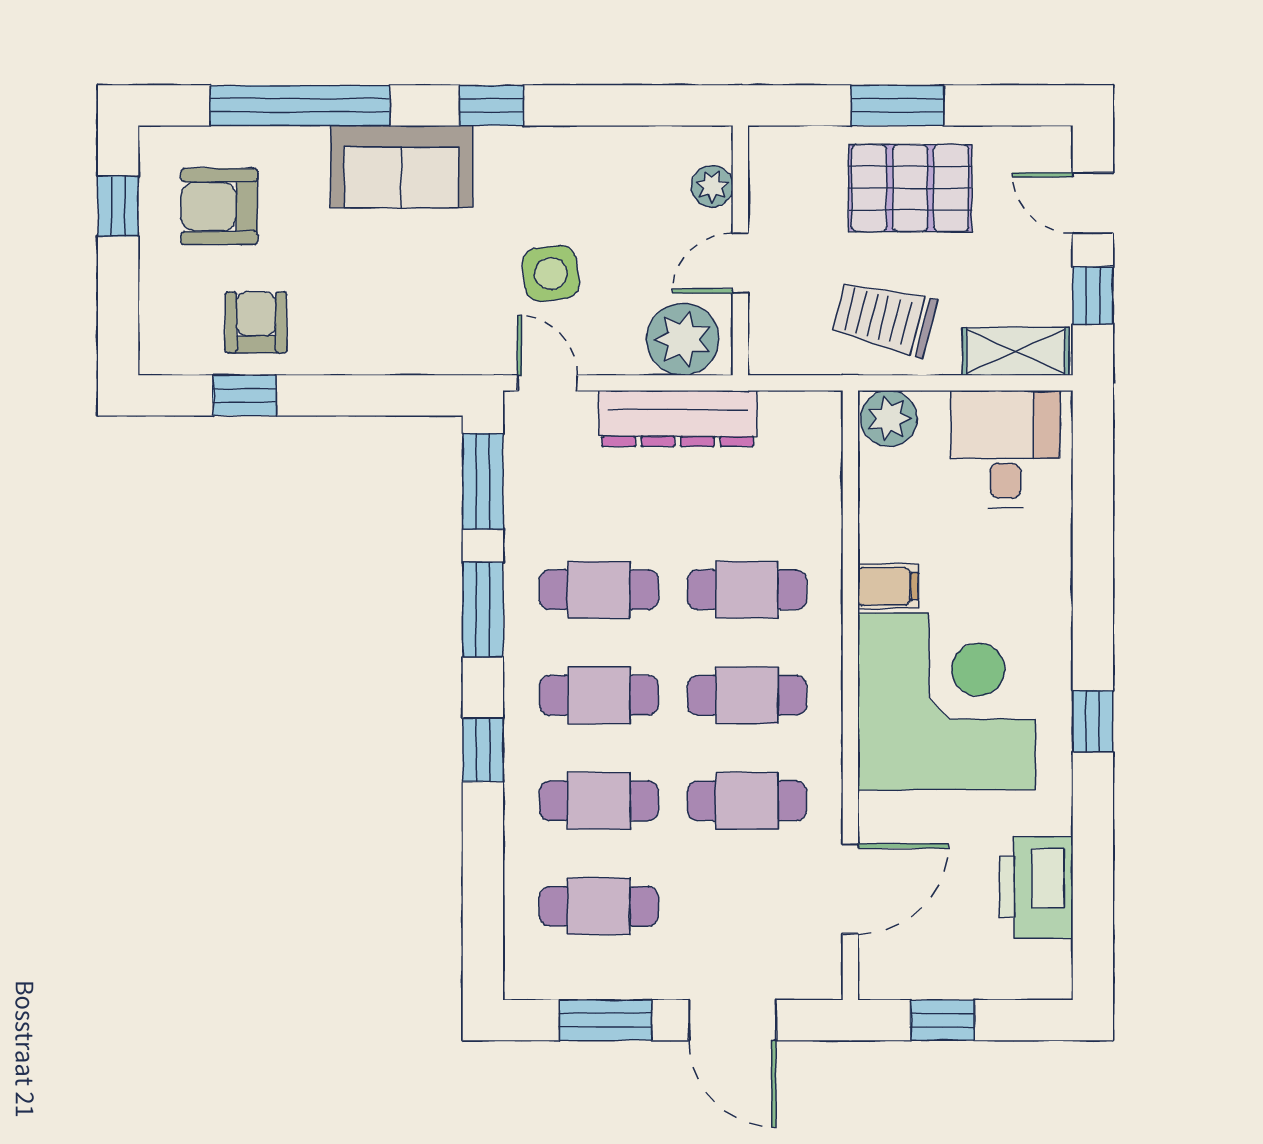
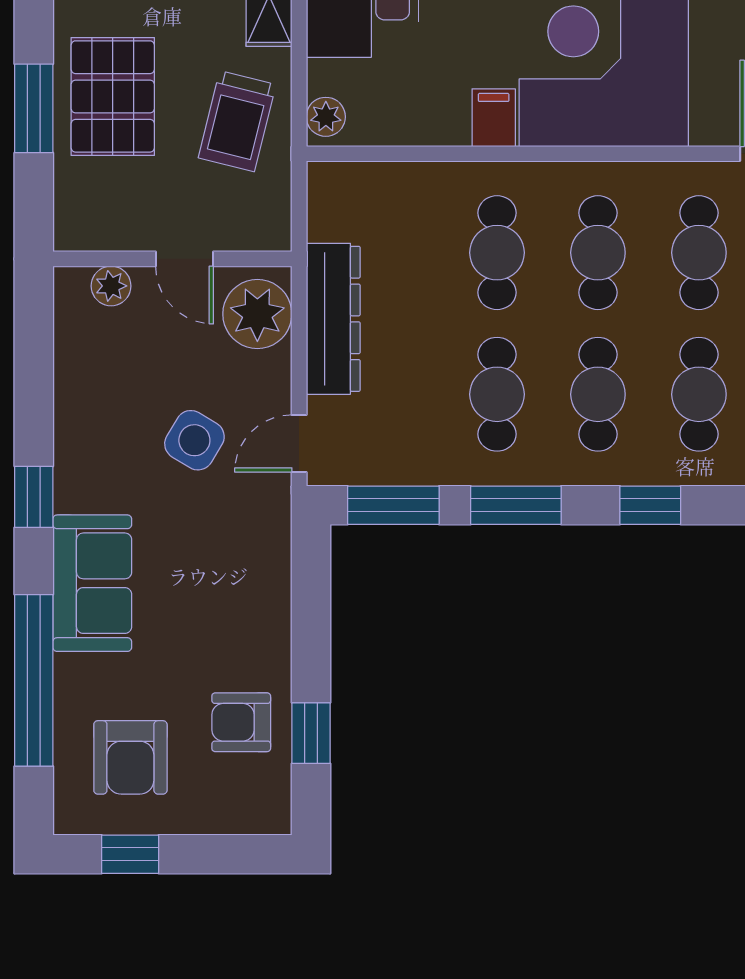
side table: (551, 273) -> (194, 440), turned 38
plant: (889, 418) -> (326, 117), width x0.73, depth x0.73

